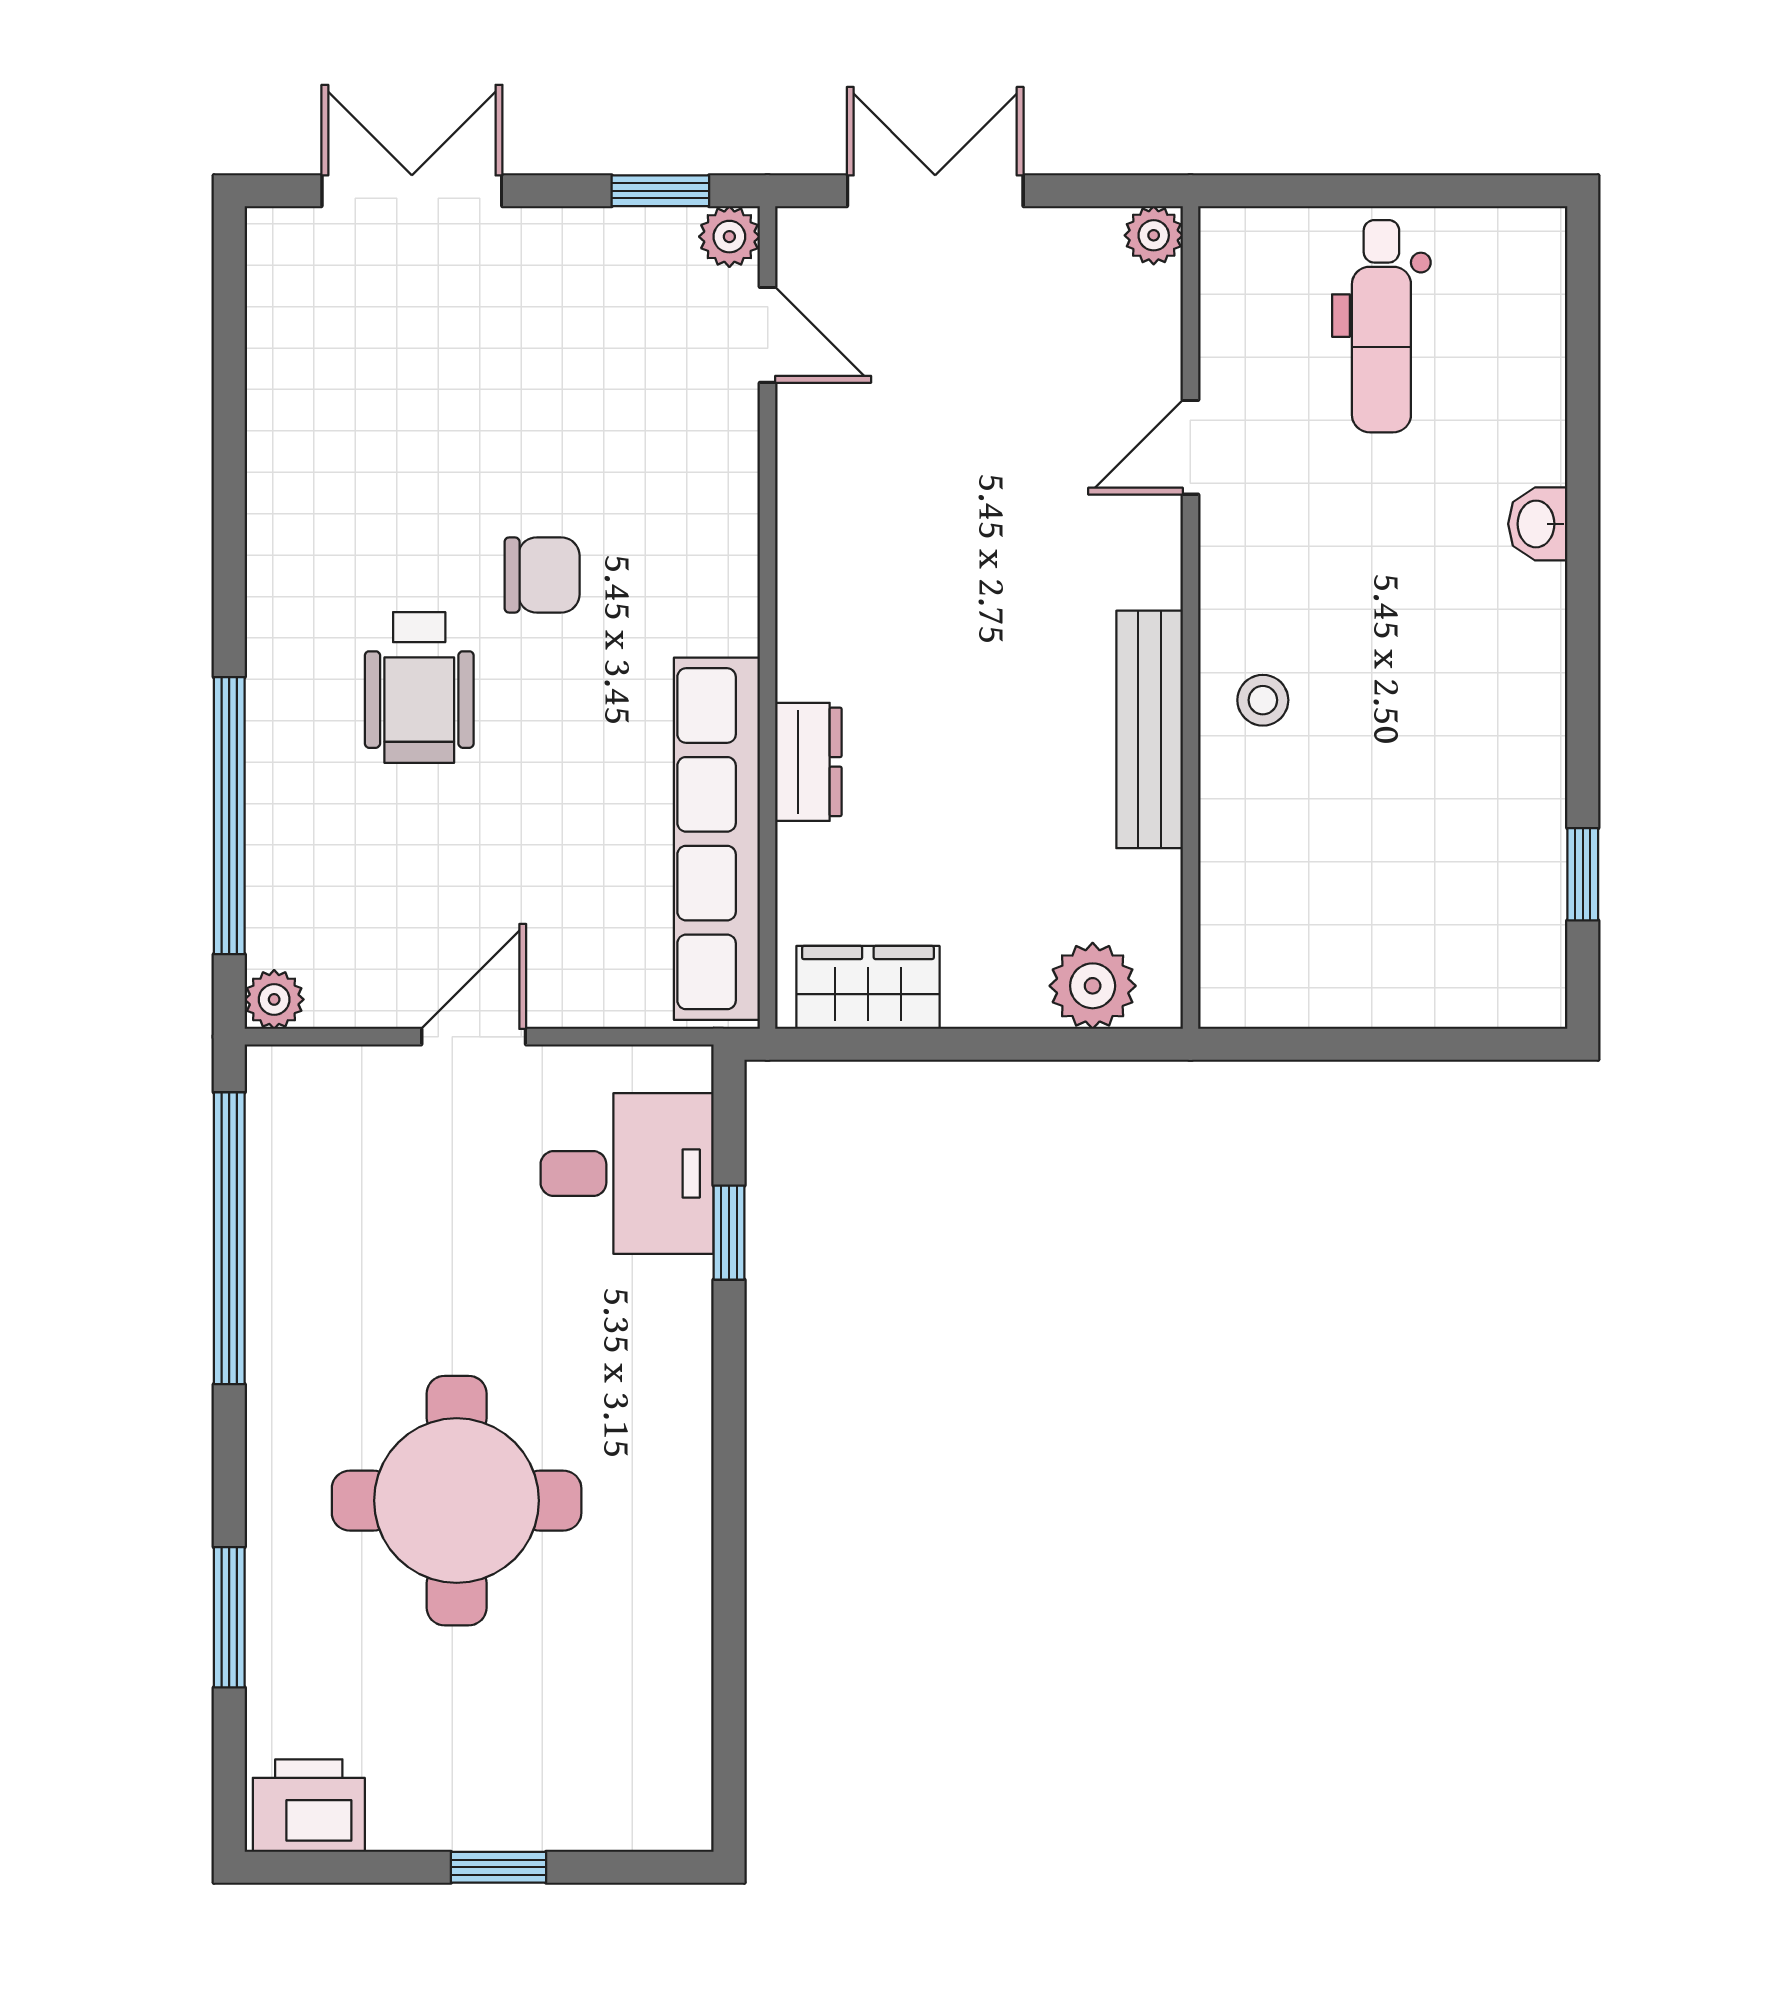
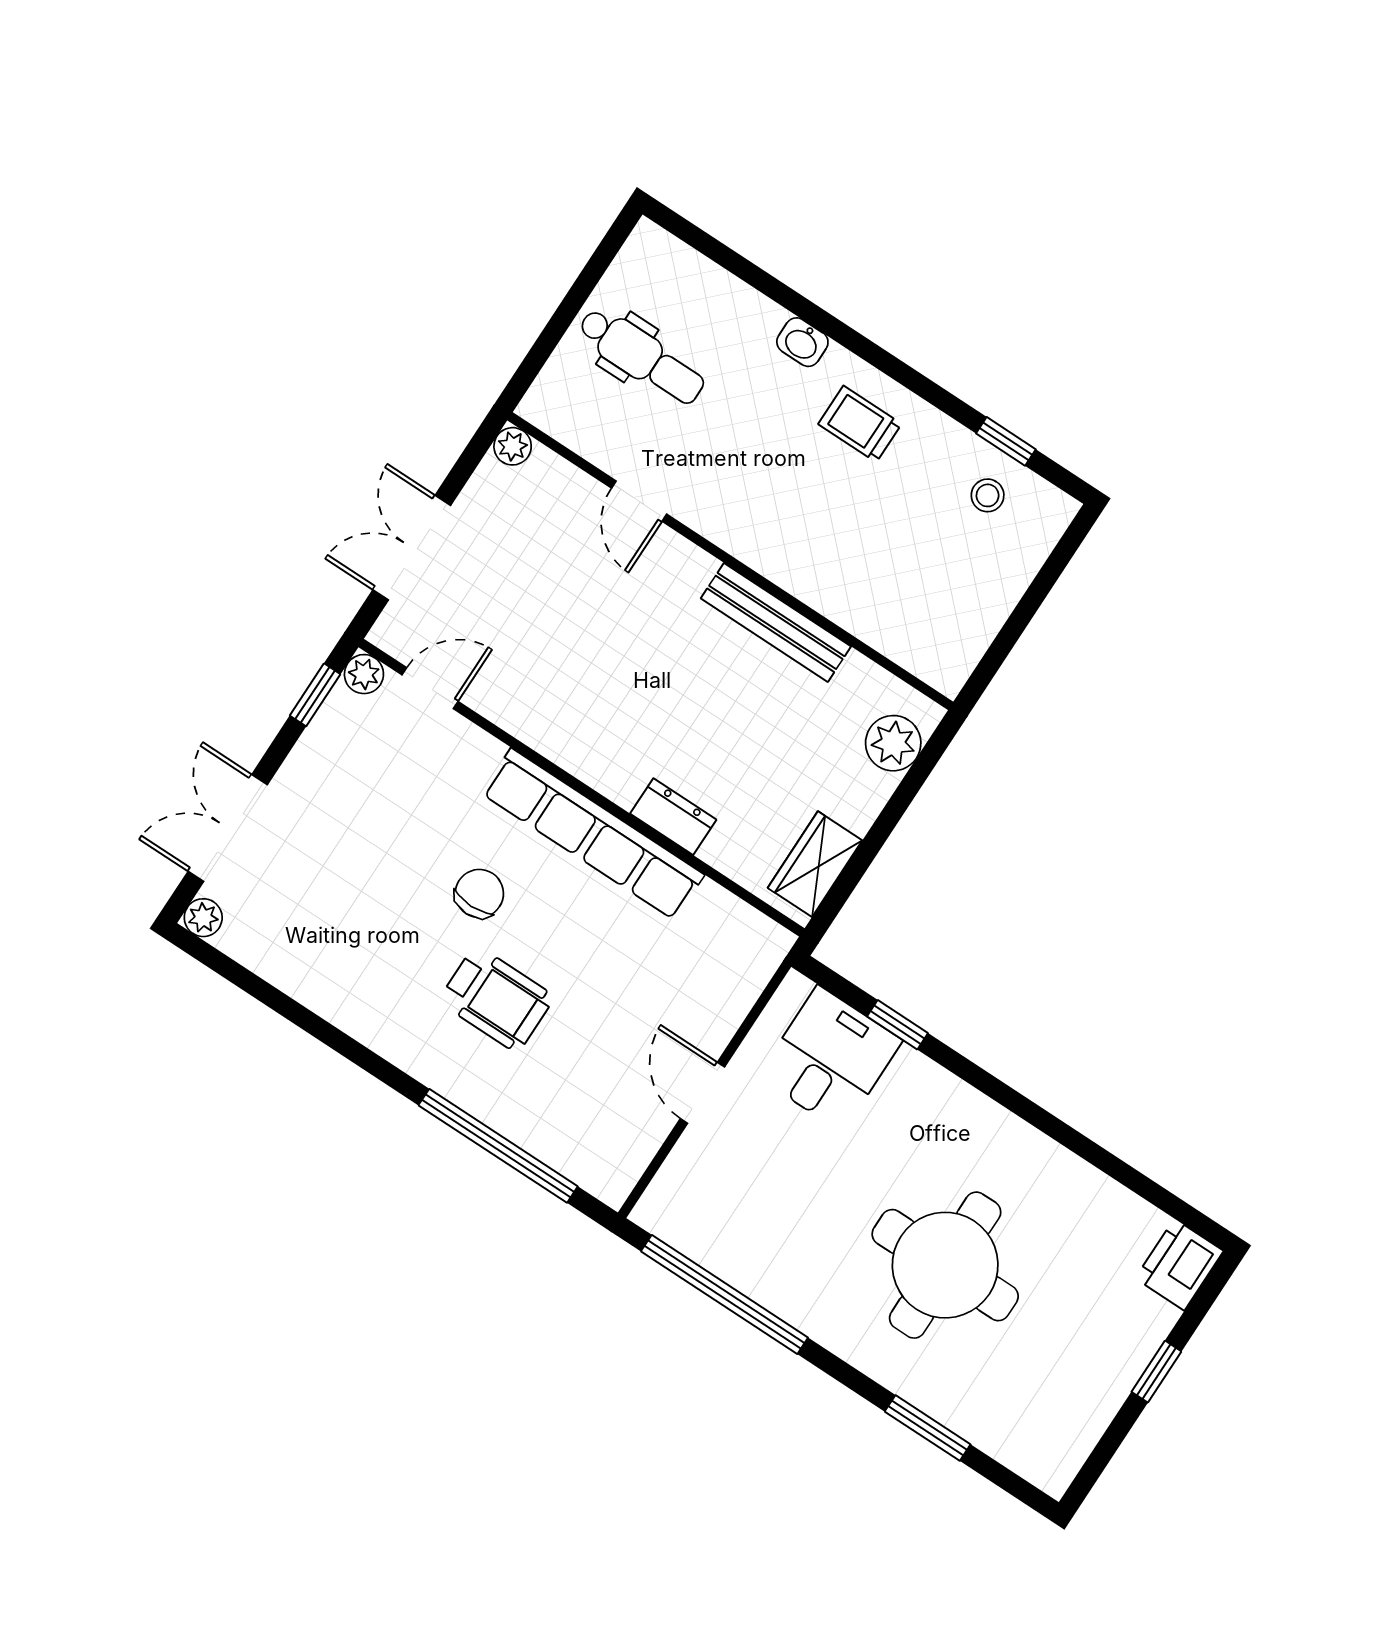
trolley: (1480, 669) -> (860, 424), added
stool: (1263, 700) -> (988, 495), moved
row of seats: (717, 839) -> (593, 834), moved
plant: (274, 999) -> (203, 918), moved
printer: (309, 1806) -> (1179, 1265), moved

